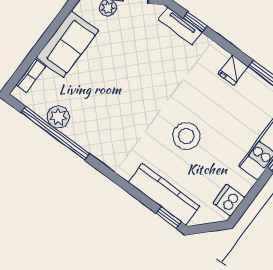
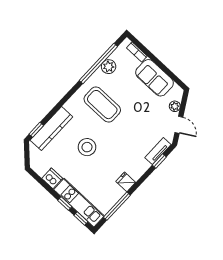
coffee table: (118, 120) -> (102, 105), added
dishwasher: (229, 200) -> (52, 178), moved

